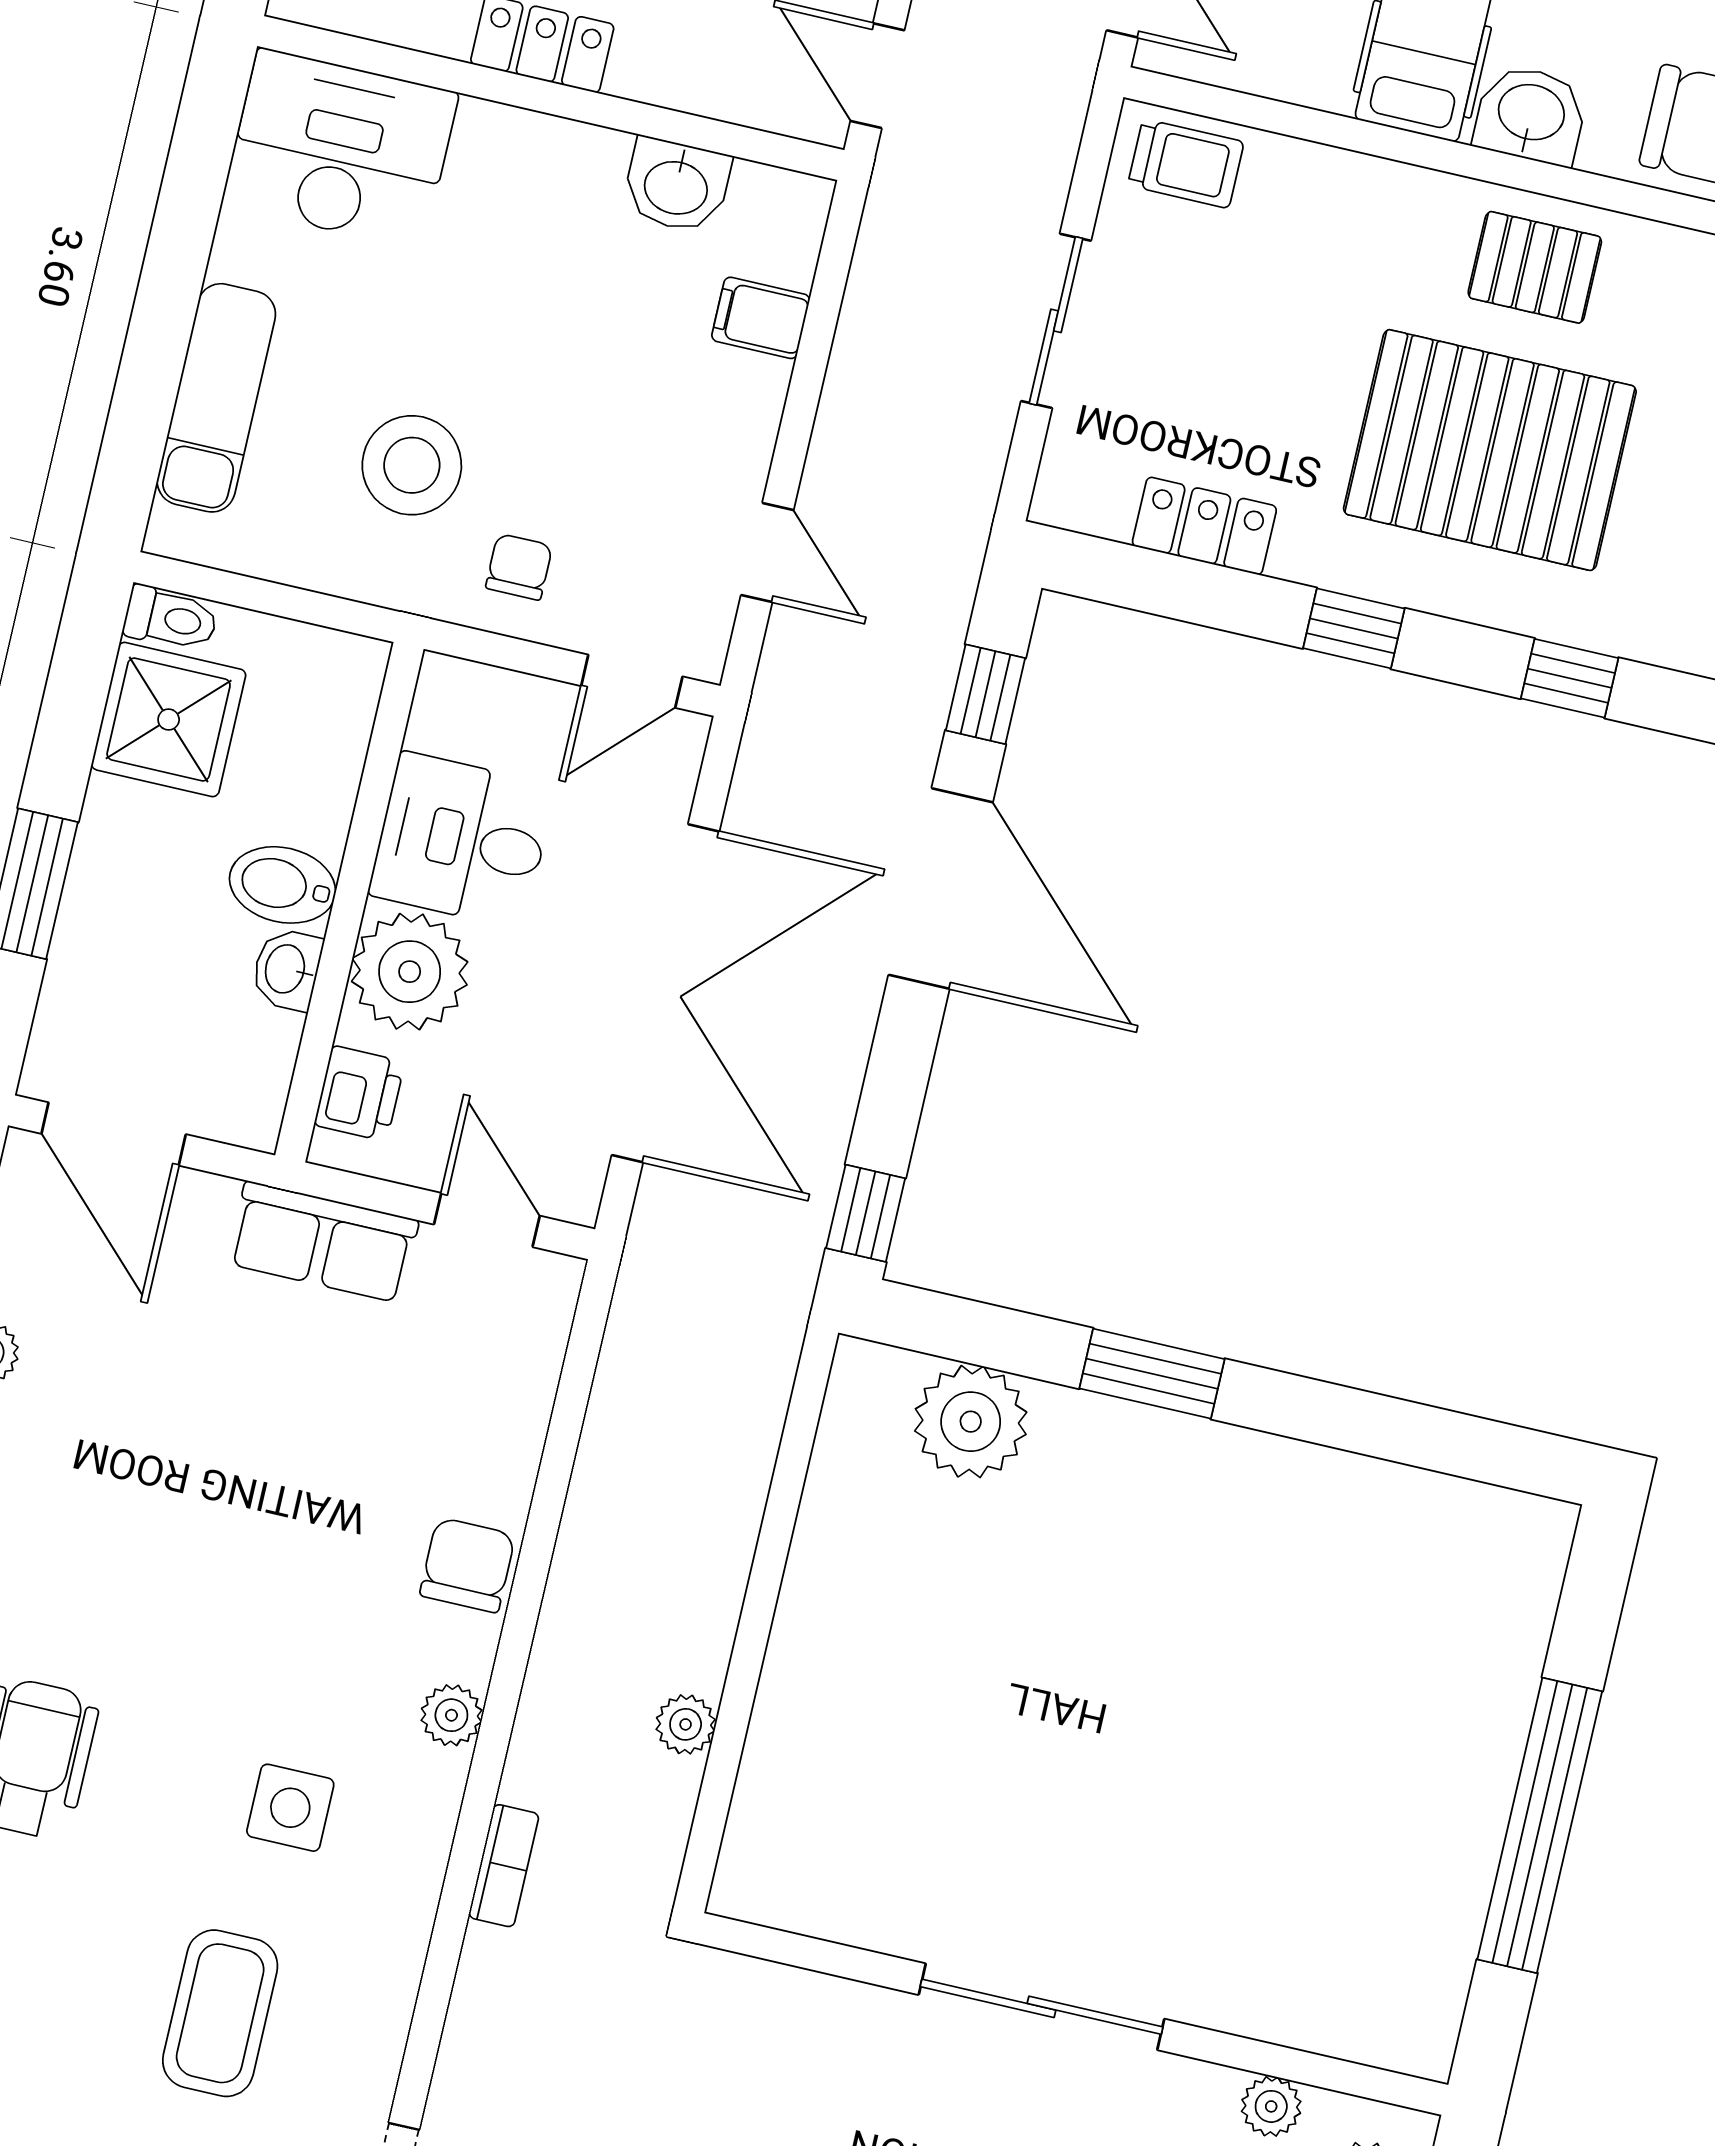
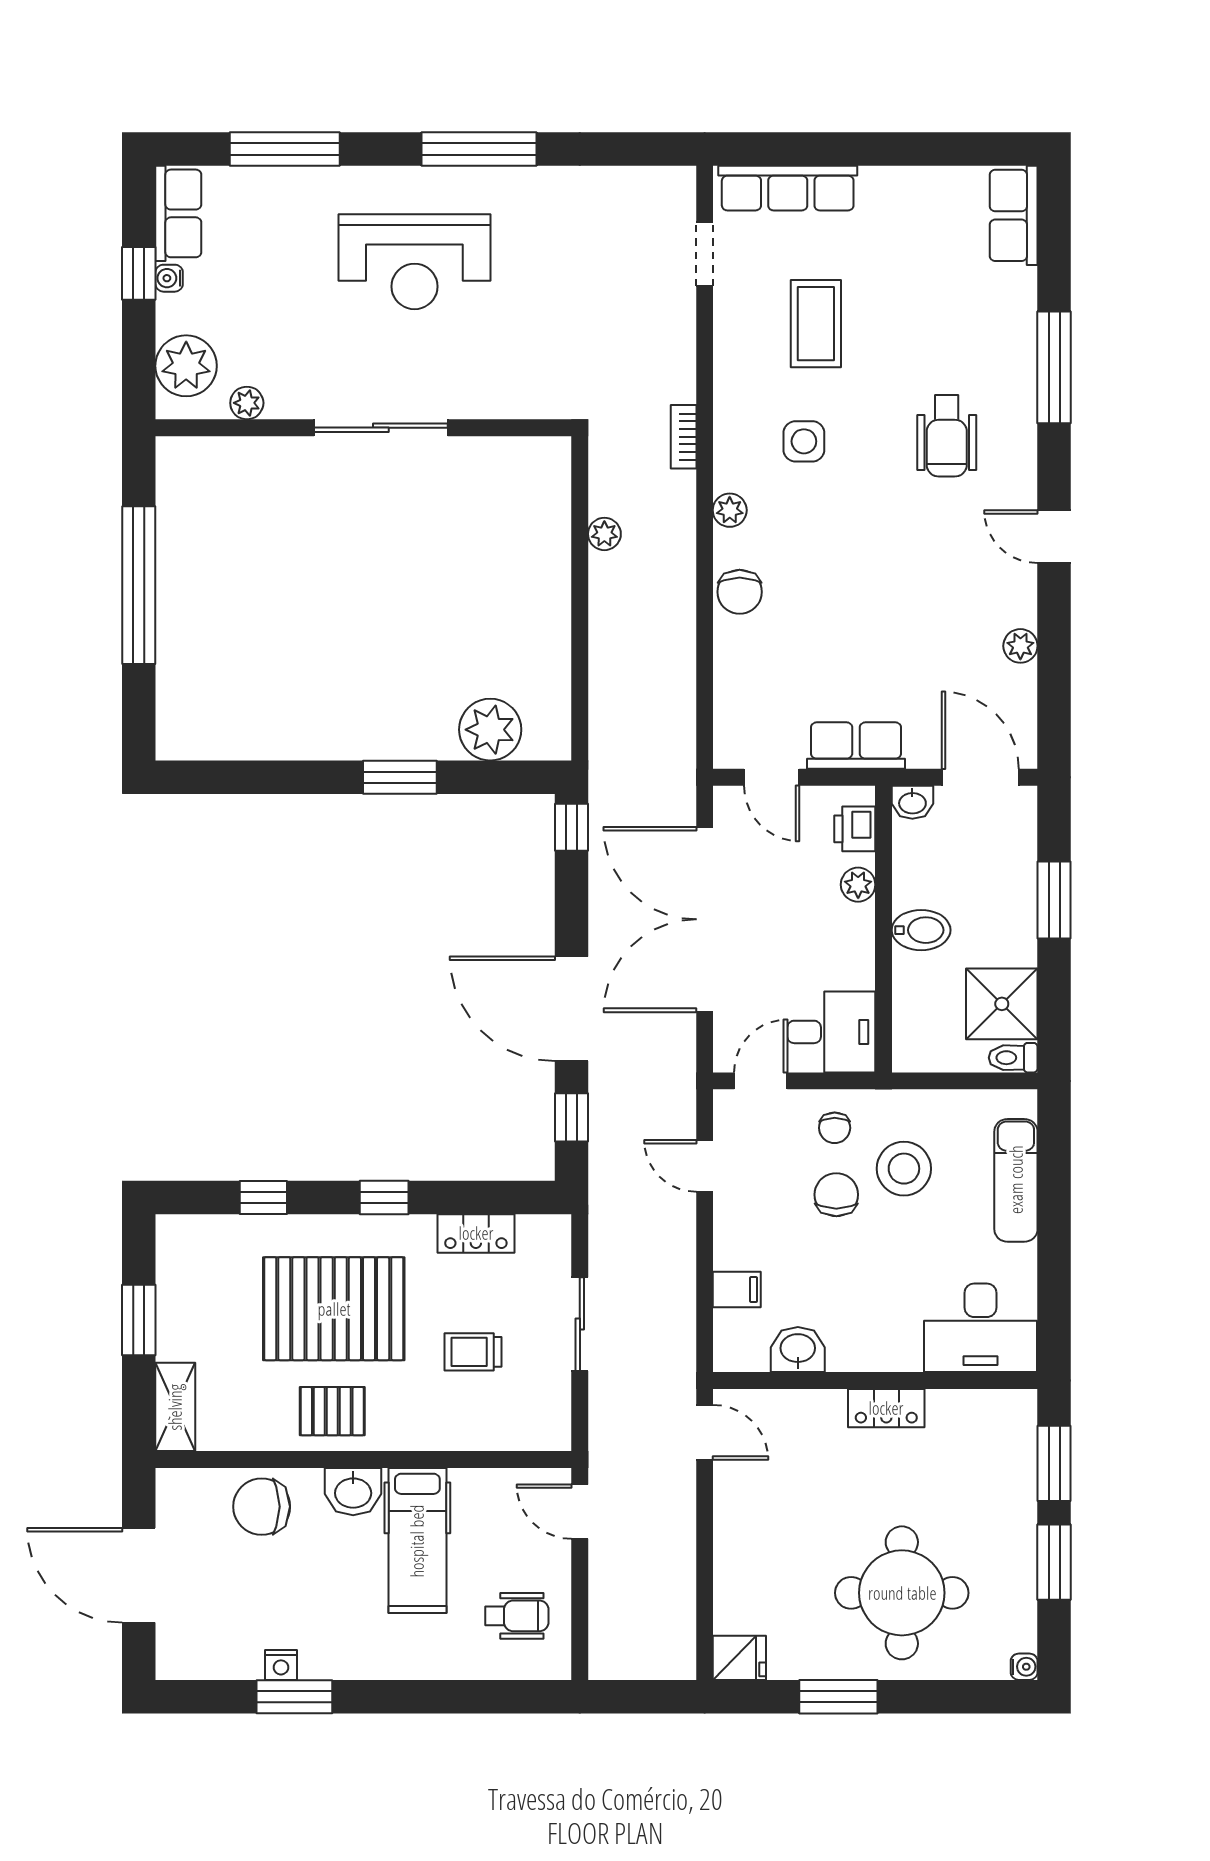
trolley: (1186, 164) -> (473, 1352), moved
chair: (544, 446) -> (836, 1195), added
desk: (462, 840) -> (831, 1032), moved
washbasin: (287, 969) -> (912, 802), moved, turned 90
plant: (410, 972) -> (858, 885), width x0.53, depth x0.53

